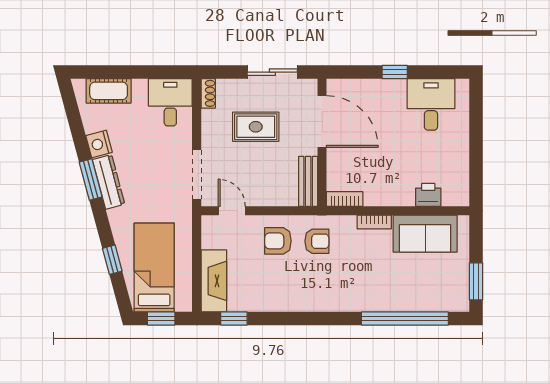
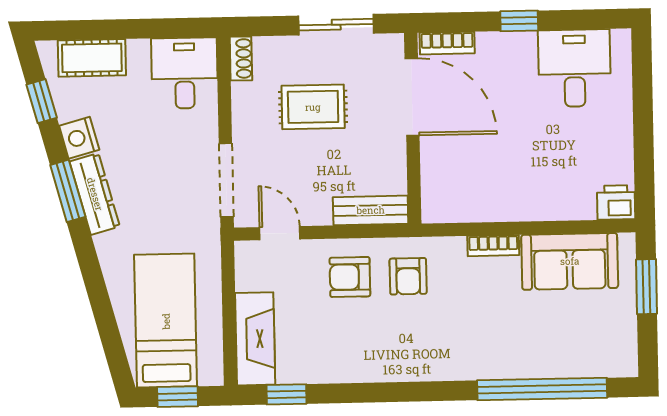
bench: (308, 181) -> (371, 210), moved, turned 90
printer: (428, 195) -> (616, 203), moved
bookcase: (345, 199) -> (447, 43), moved, turned 180
armchair: (317, 241) -> (408, 276), turned 90
window: (112, 260) -> (42, 101), moved
window: (476, 281) -> (646, 287), moved

